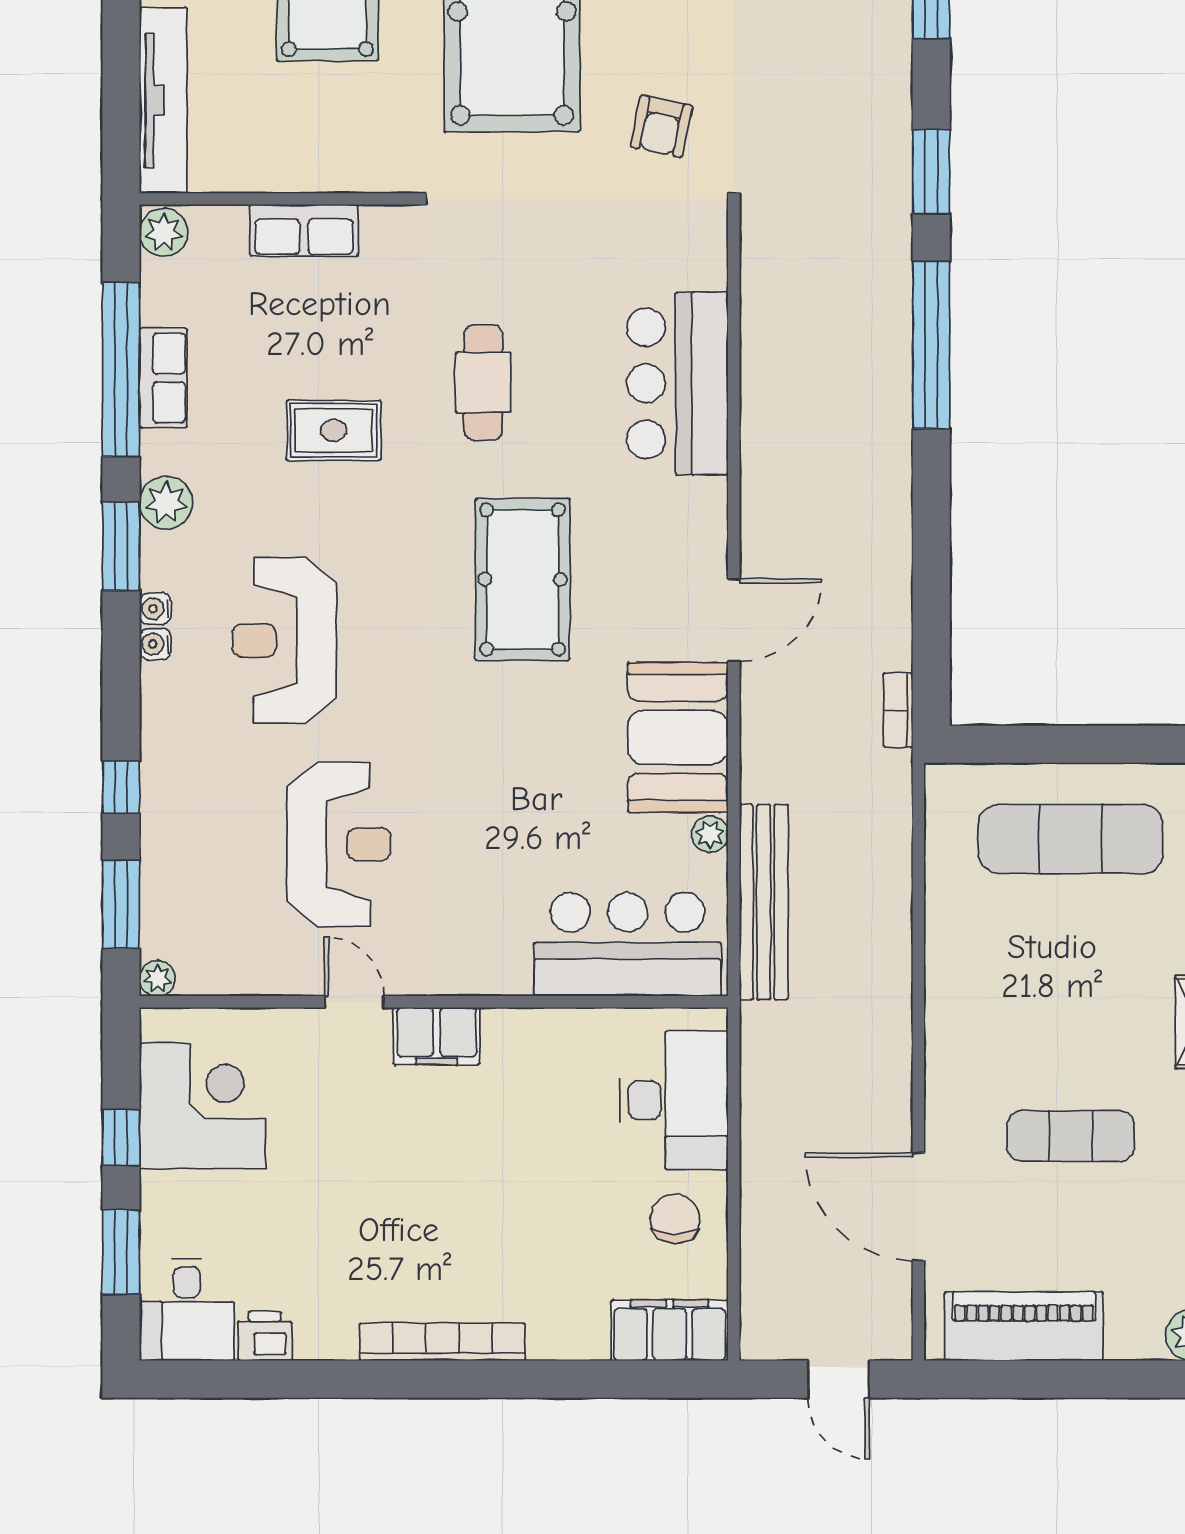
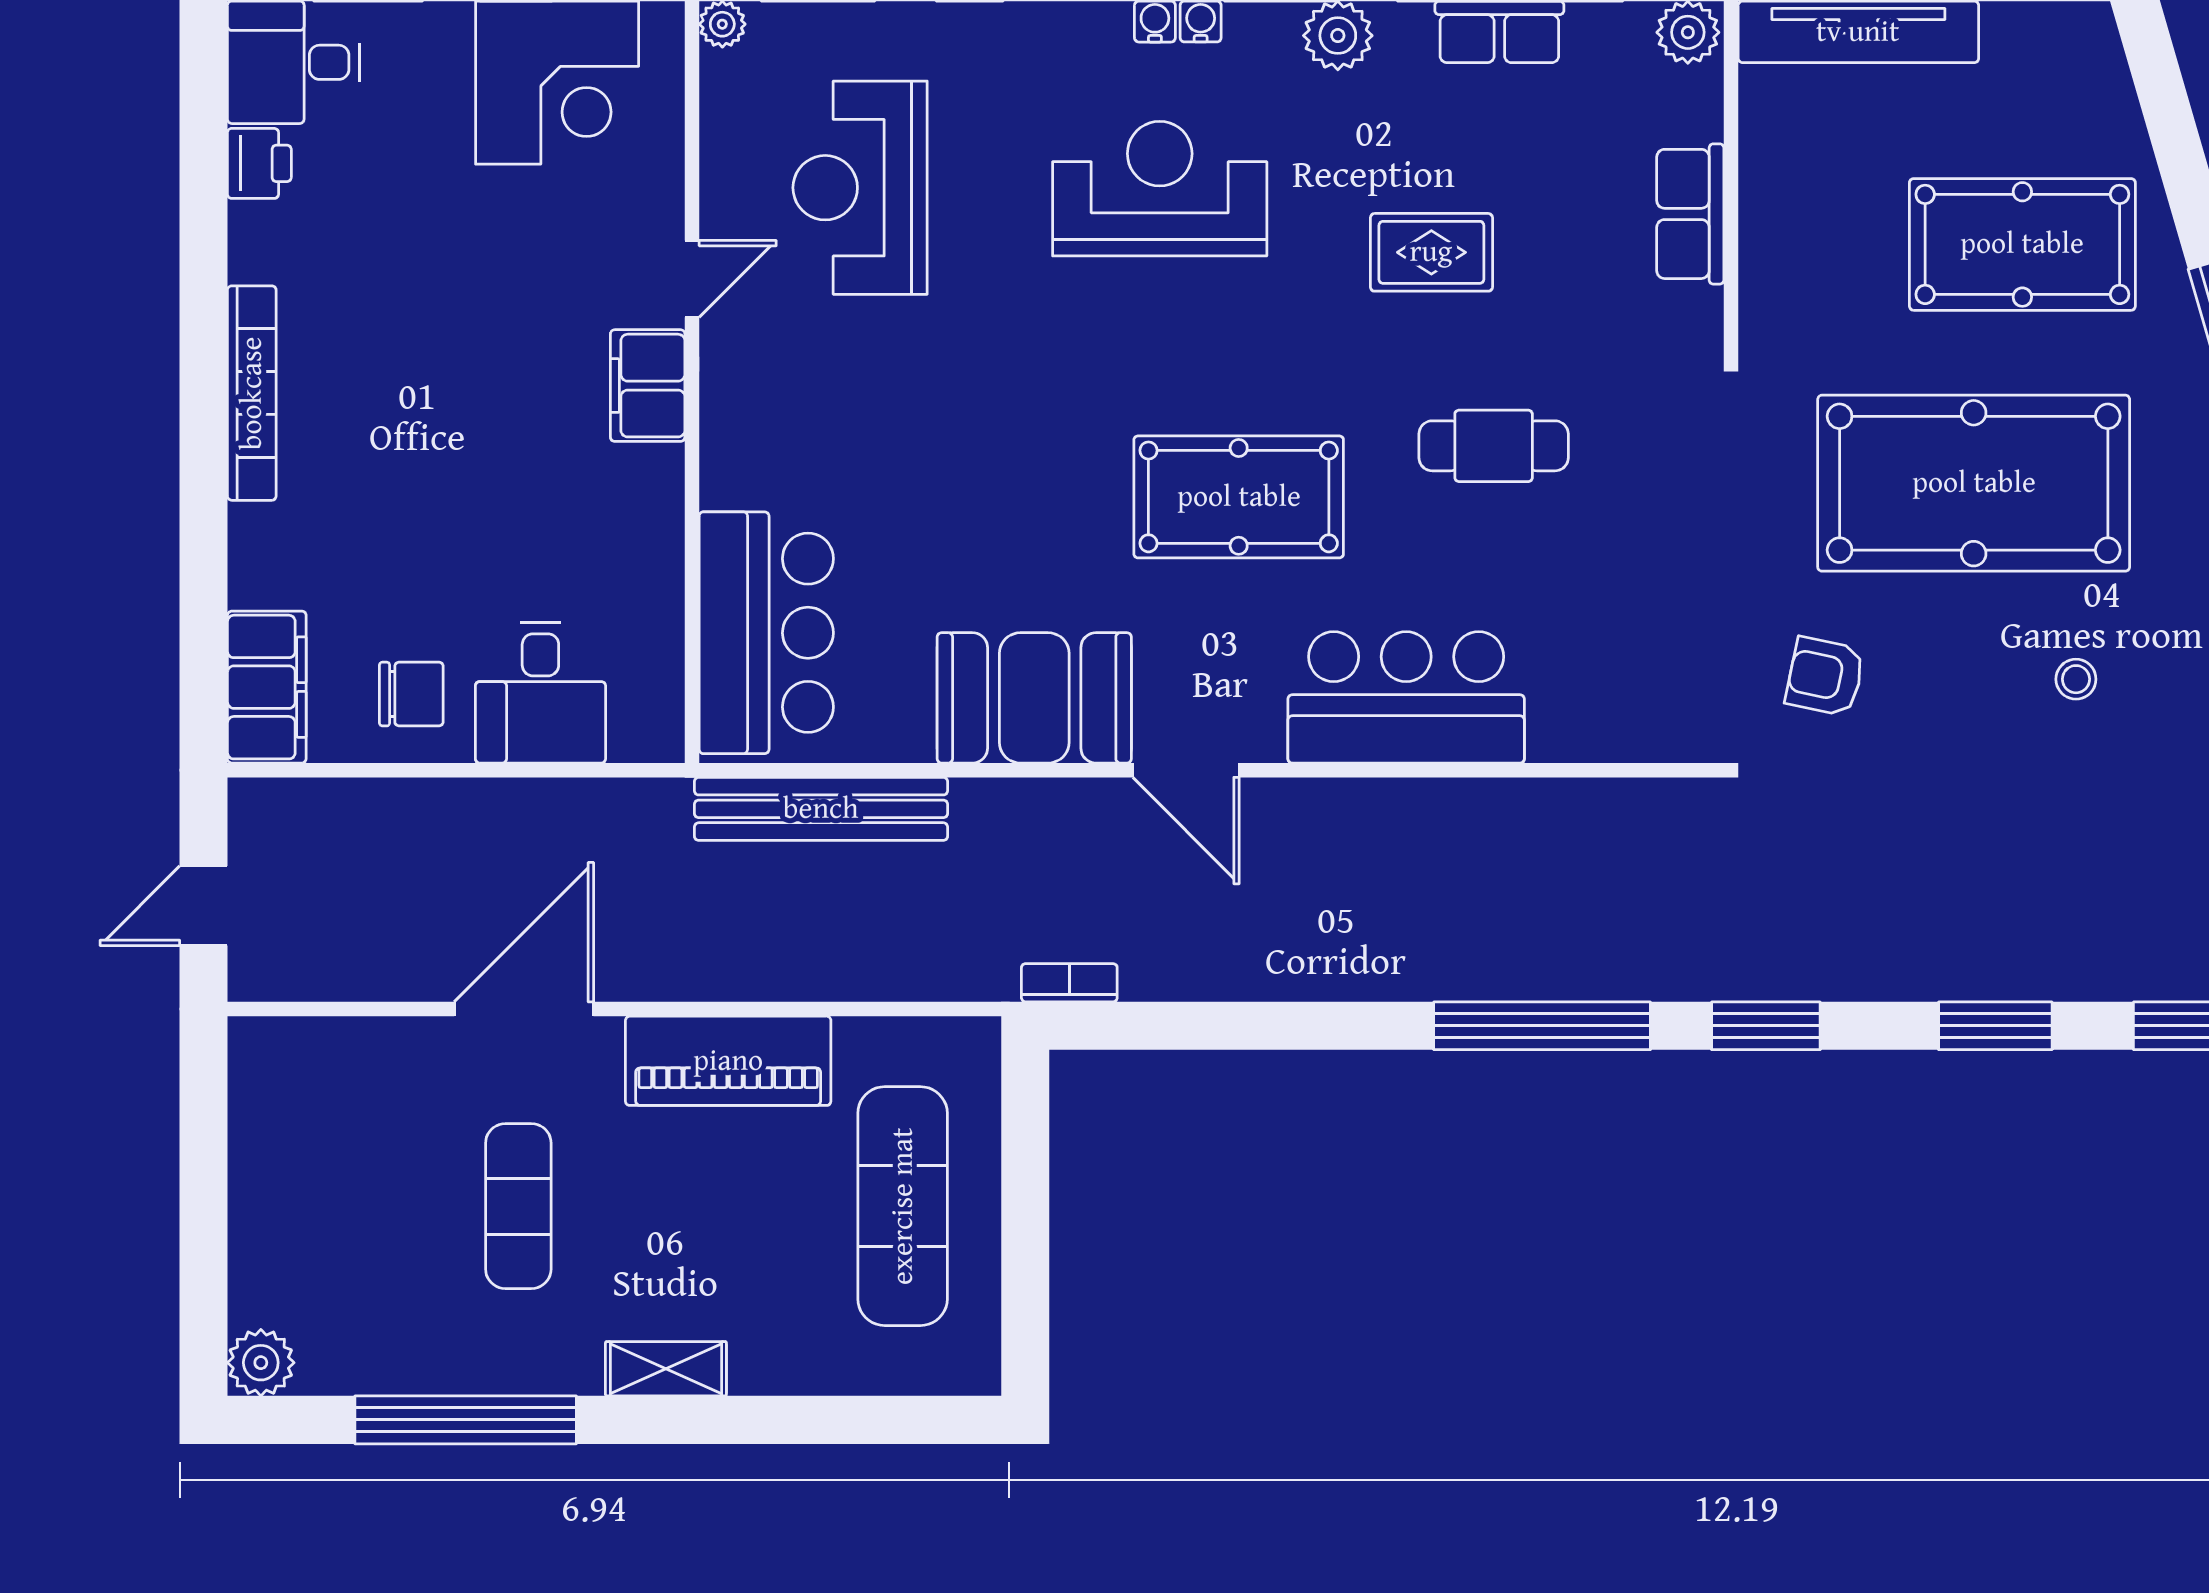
bar counter: (677, 383) -> (1406, 697), moved
rug: (334, 430) -> (1431, 252), turned 90
plant: (710, 834) -> (909, 740), removed
reception desk: (339, 844) -> (860, 188), moved, turned 90
desk: (674, 1100) -> (540, 693), width x0.73
door: (918, 1207) -> (524, 1009), moved
piano: (1024, 1326) -> (728, 1061), moved, turned 90

